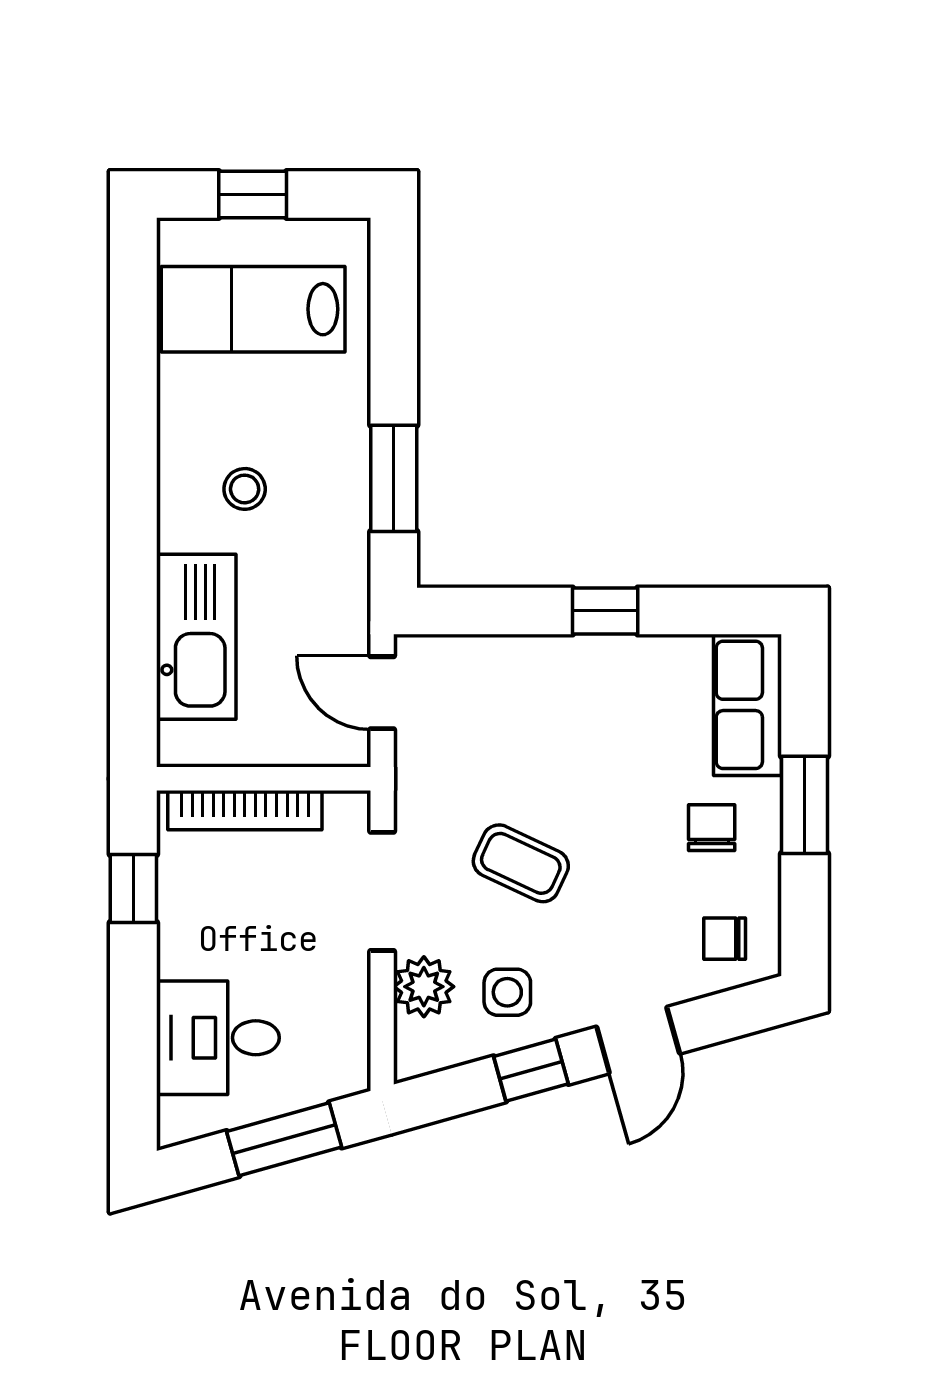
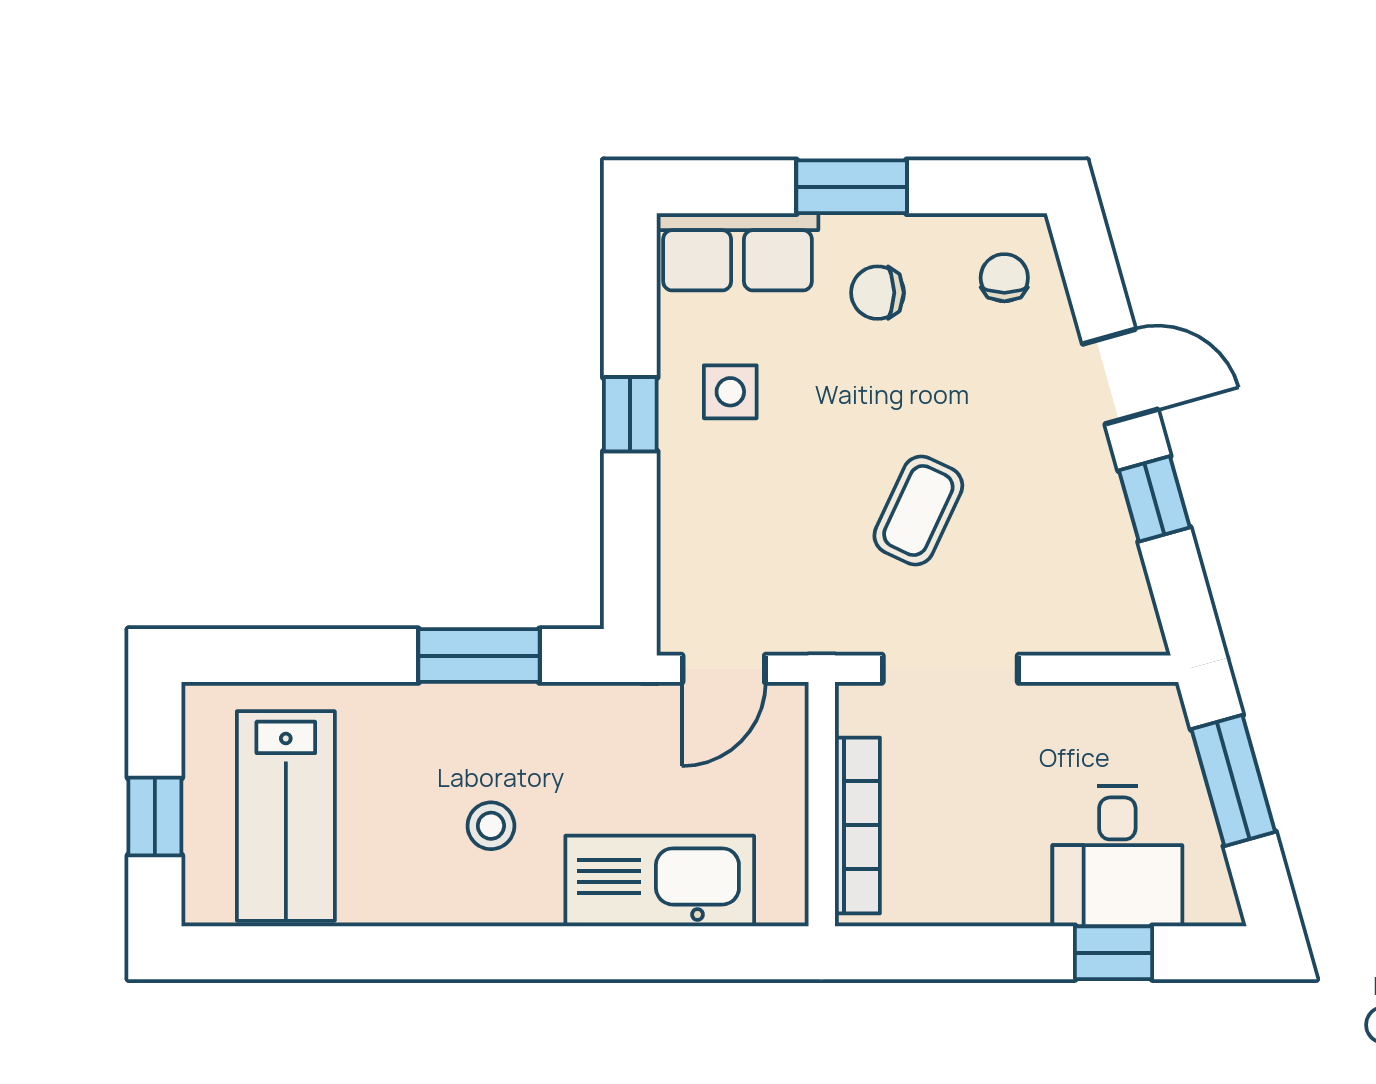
window: (133, 889) -> (1114, 953), moved
chair: (725, 939) -> (1004, 278), turned 180
plant: (424, 987) -> (1059, 621), removed
side table: (507, 992) -> (730, 392), moved

